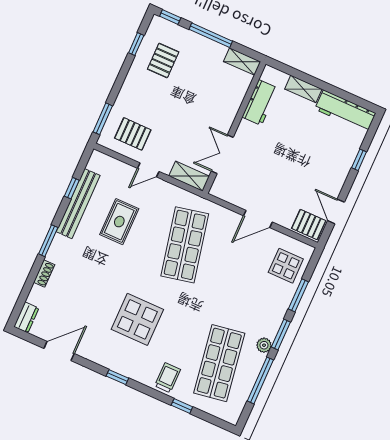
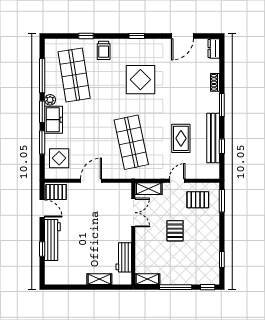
pallet: (163, 61) -> (175, 231), moved
workbench: (345, 111) -> (52, 240), moved, turned 90
freezer: (271, 318) -> (53, 120), added

